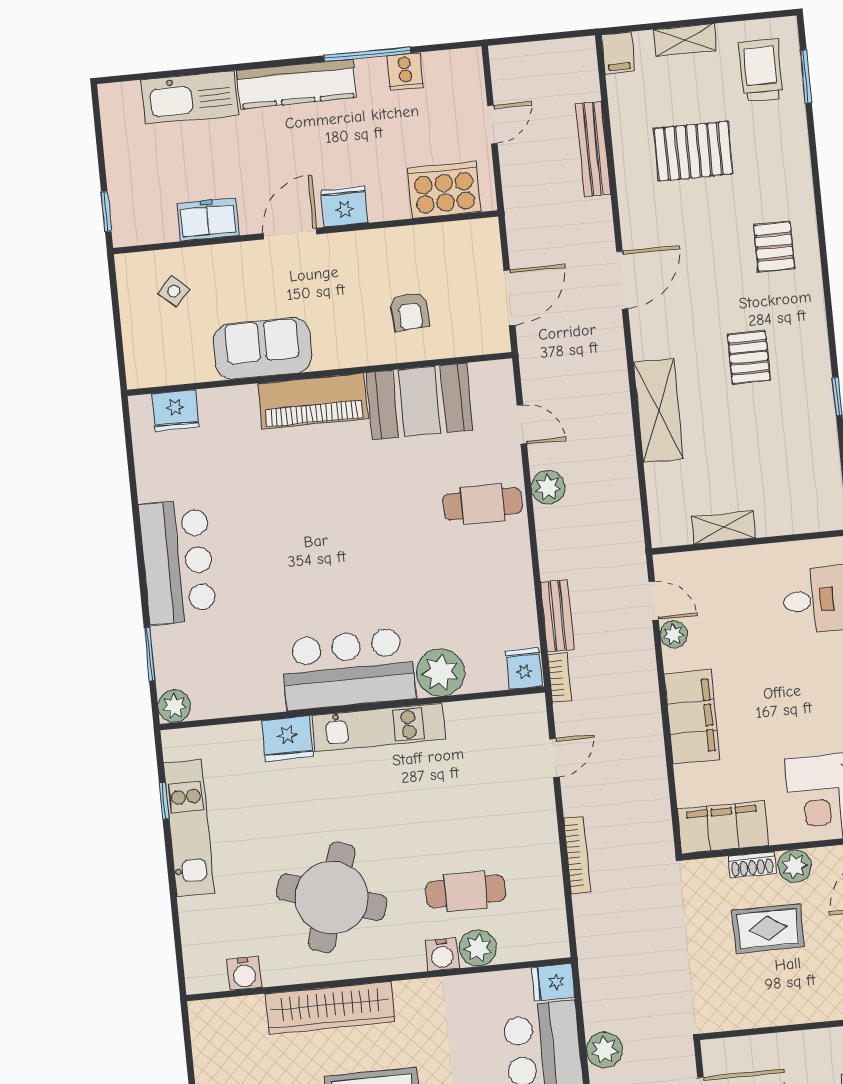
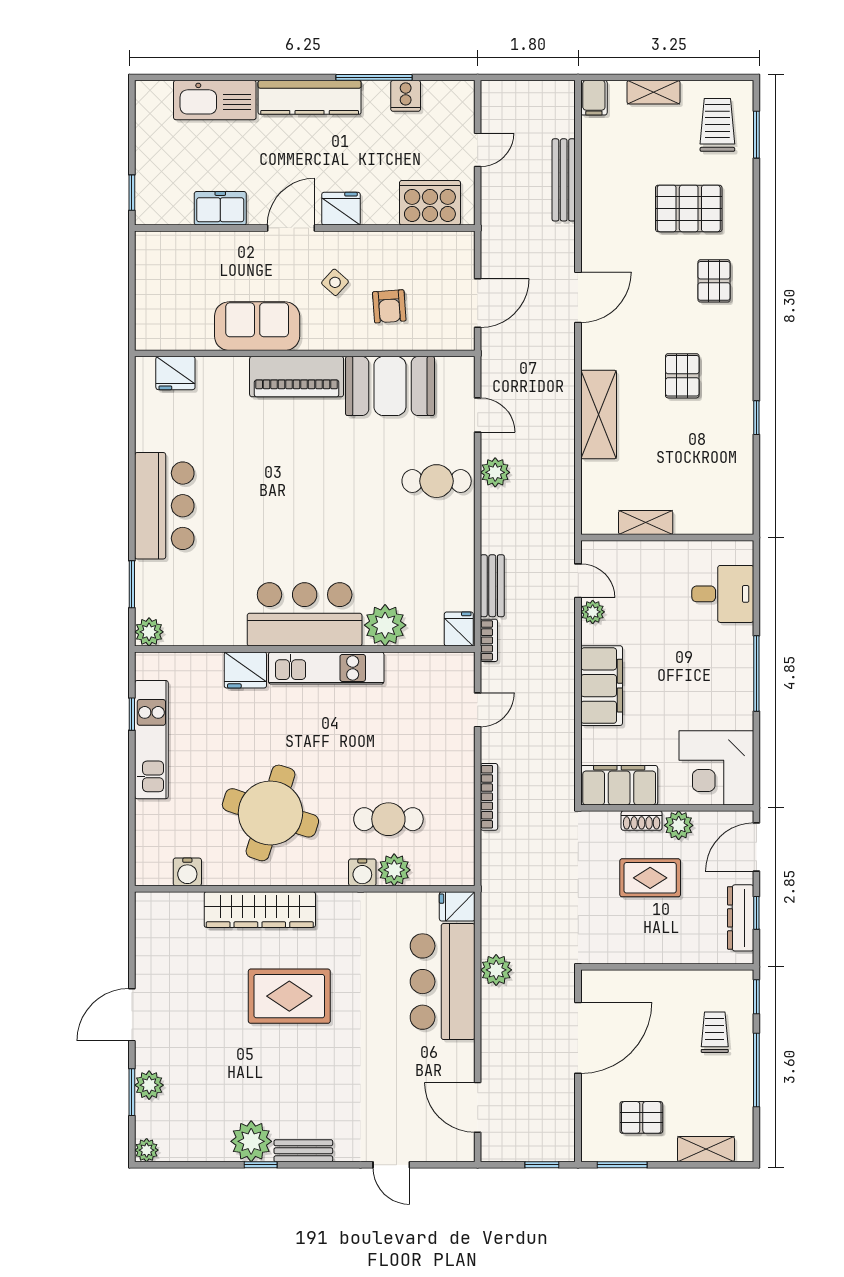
pallet: (693, 151) -> (689, 208), moved
side table: (174, 291) -> (335, 282), moved

